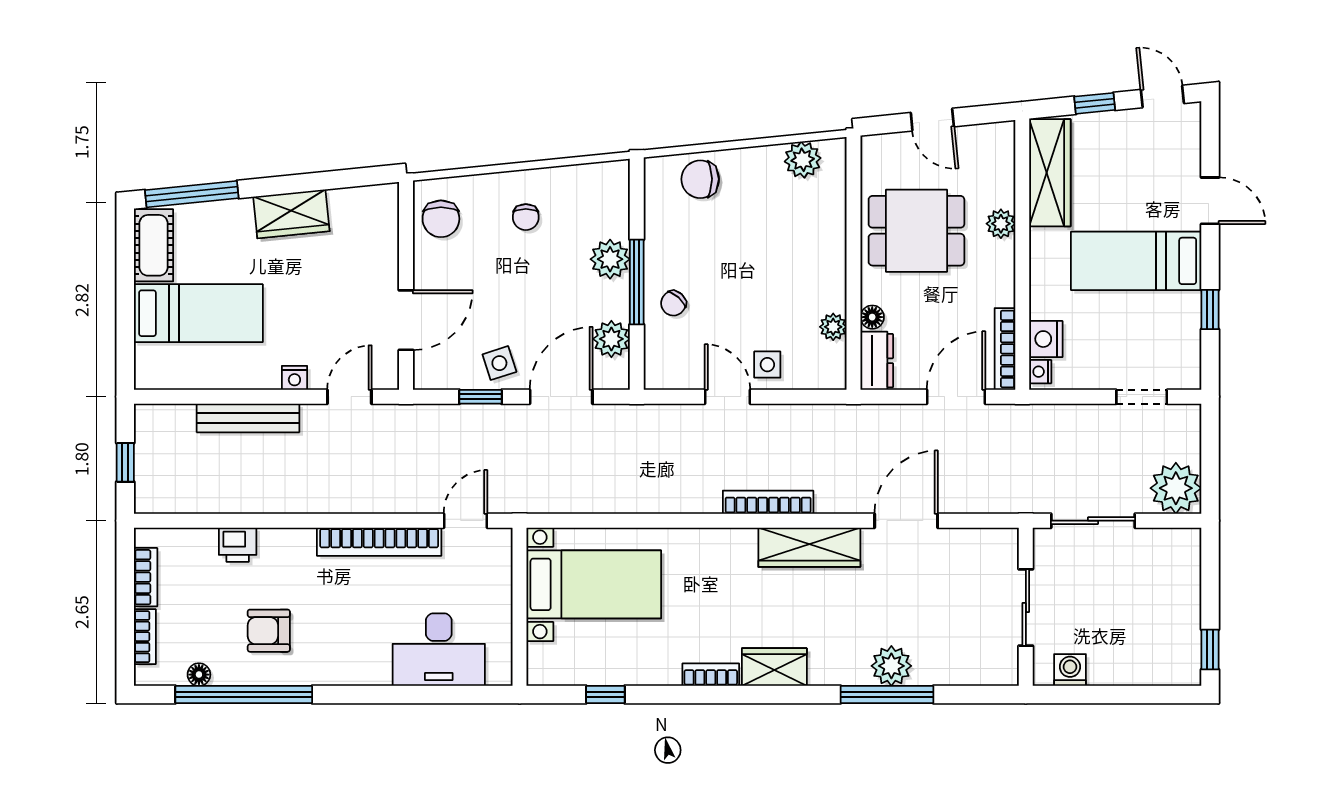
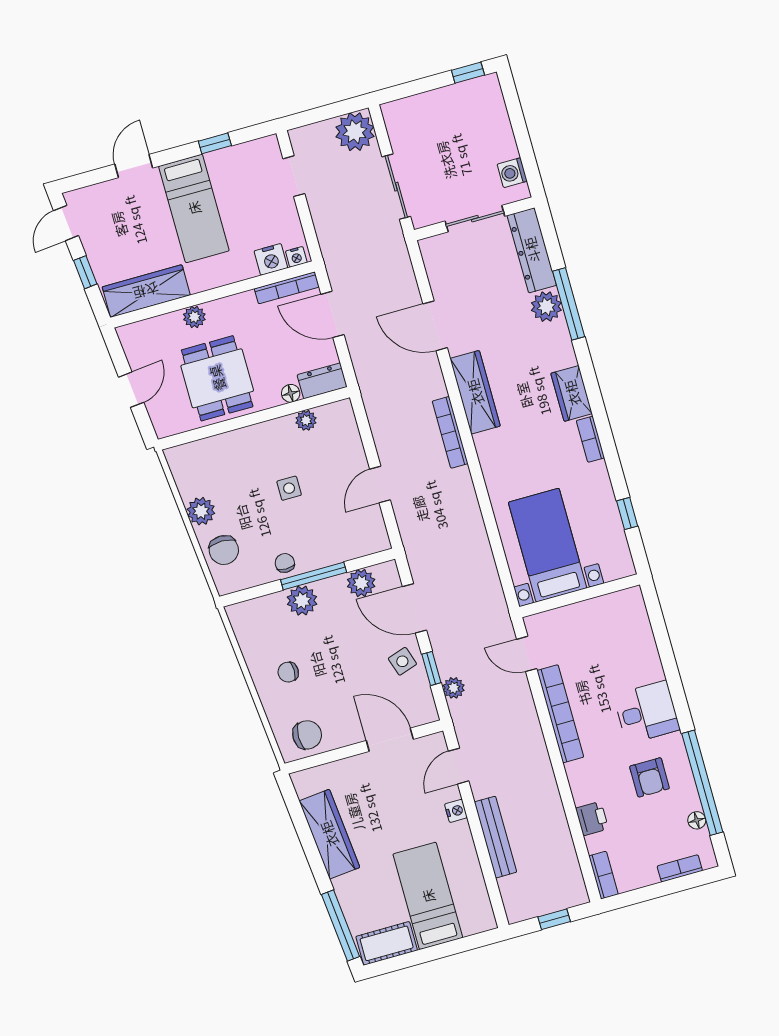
plant: (803, 160) -> (201, 511), moved
wardrobe: (291, 214) -> (329, 834), width x1.50
chair: (526, 217) -> (288, 672), turned 180
chair: (673, 303) -> (285, 563), moved, turned -132
side table: (767, 365) -> (289, 488), moved
door: (349, 397) -> (459, 766), hinge flipped
plant: (448, 418) -> (454, 688), added
bookcase: (146, 577) -> (603, 875), moved, turned 90
desk: (439, 650) -> (647, 712), moved, width x0.73
dresser: (967, 667) -> (532, 250), added

